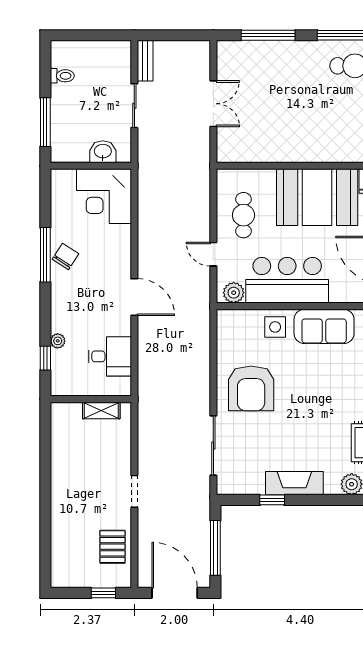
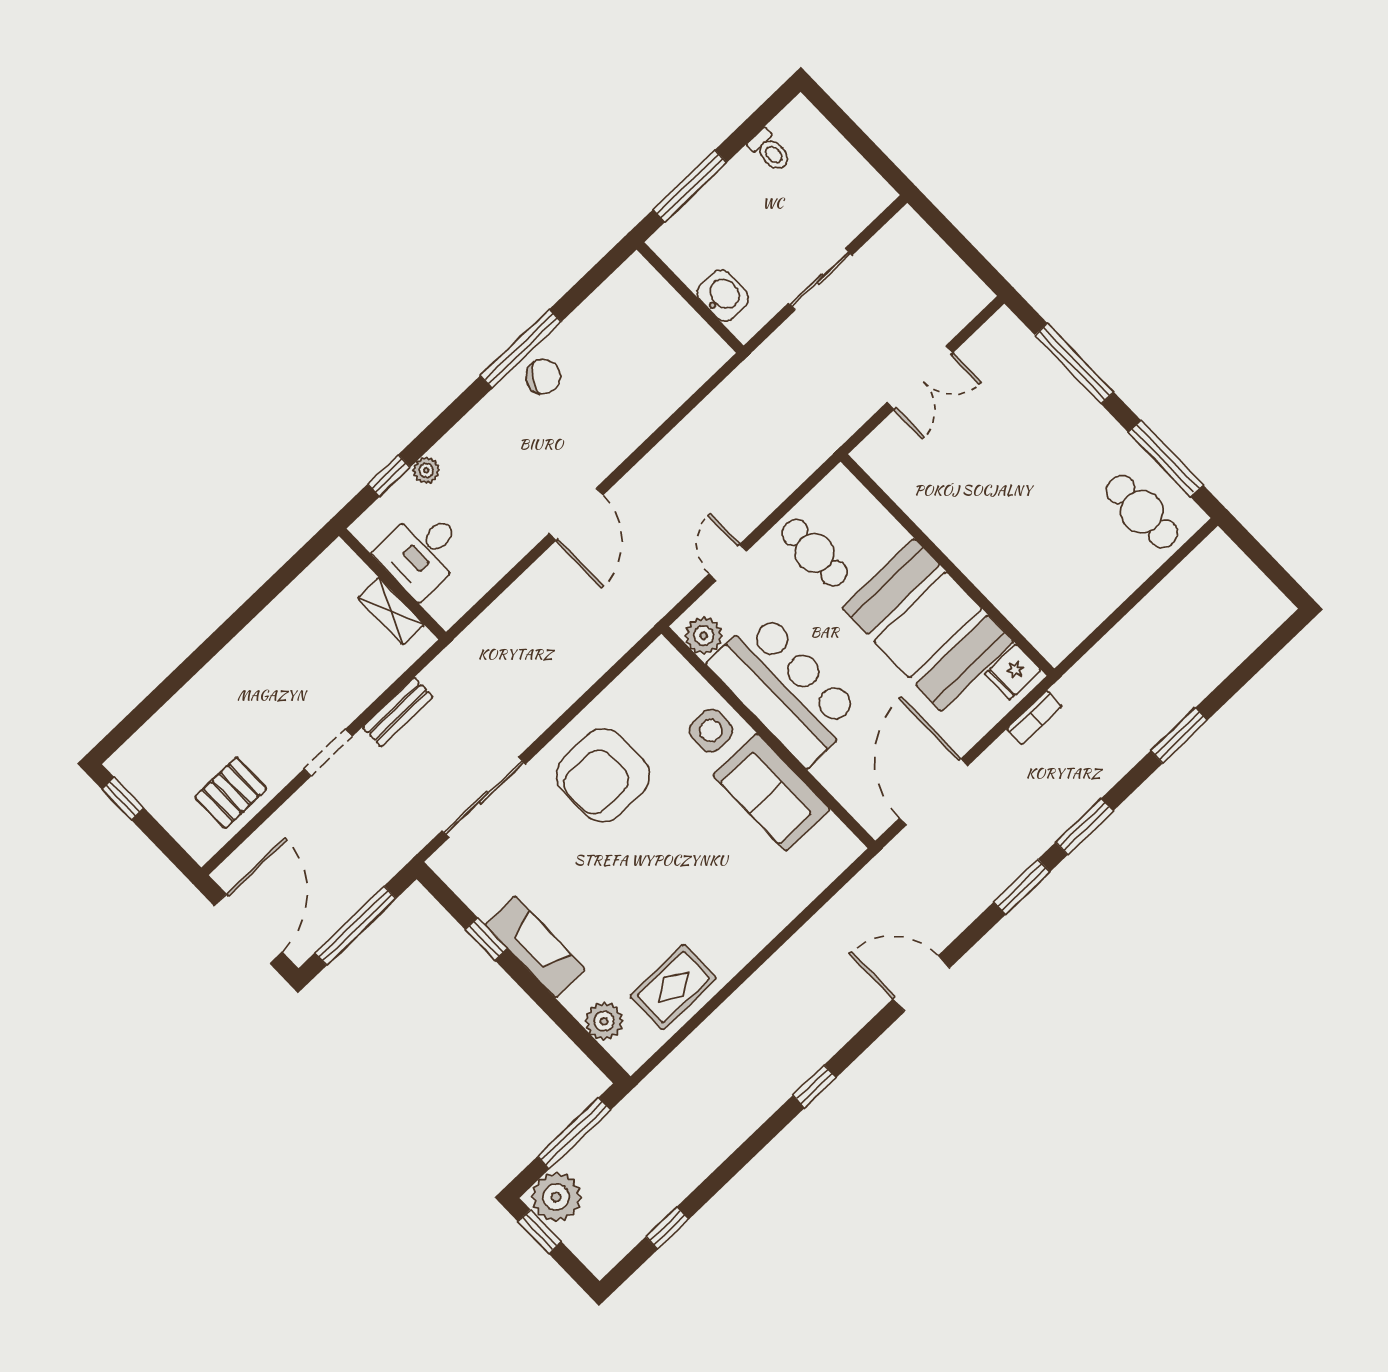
bench: (145, 61) -> (398, 712), moved
corner desk: (104, 196) -> (667, 352), removed
cafe table: (243, 215) -> (815, 553), turned 90
desk: (110, 356) -> (422, 552), moved, turned 90
window: (103, 593) -> (123, 799), moved

